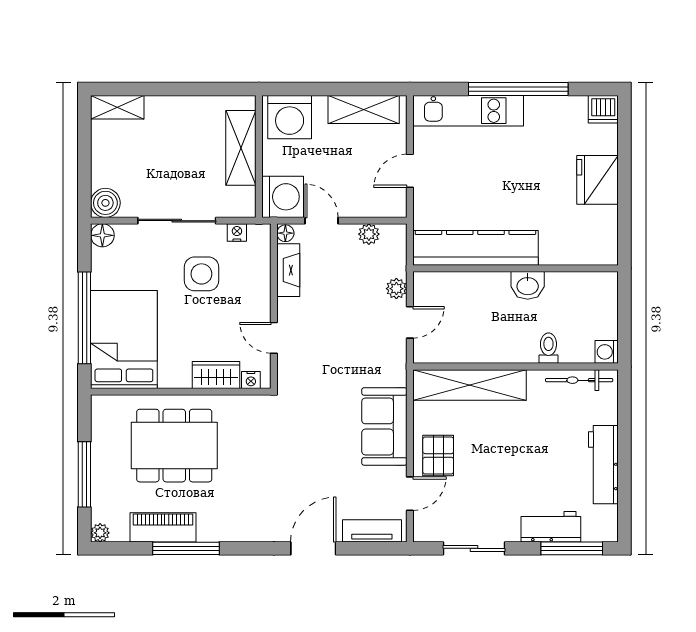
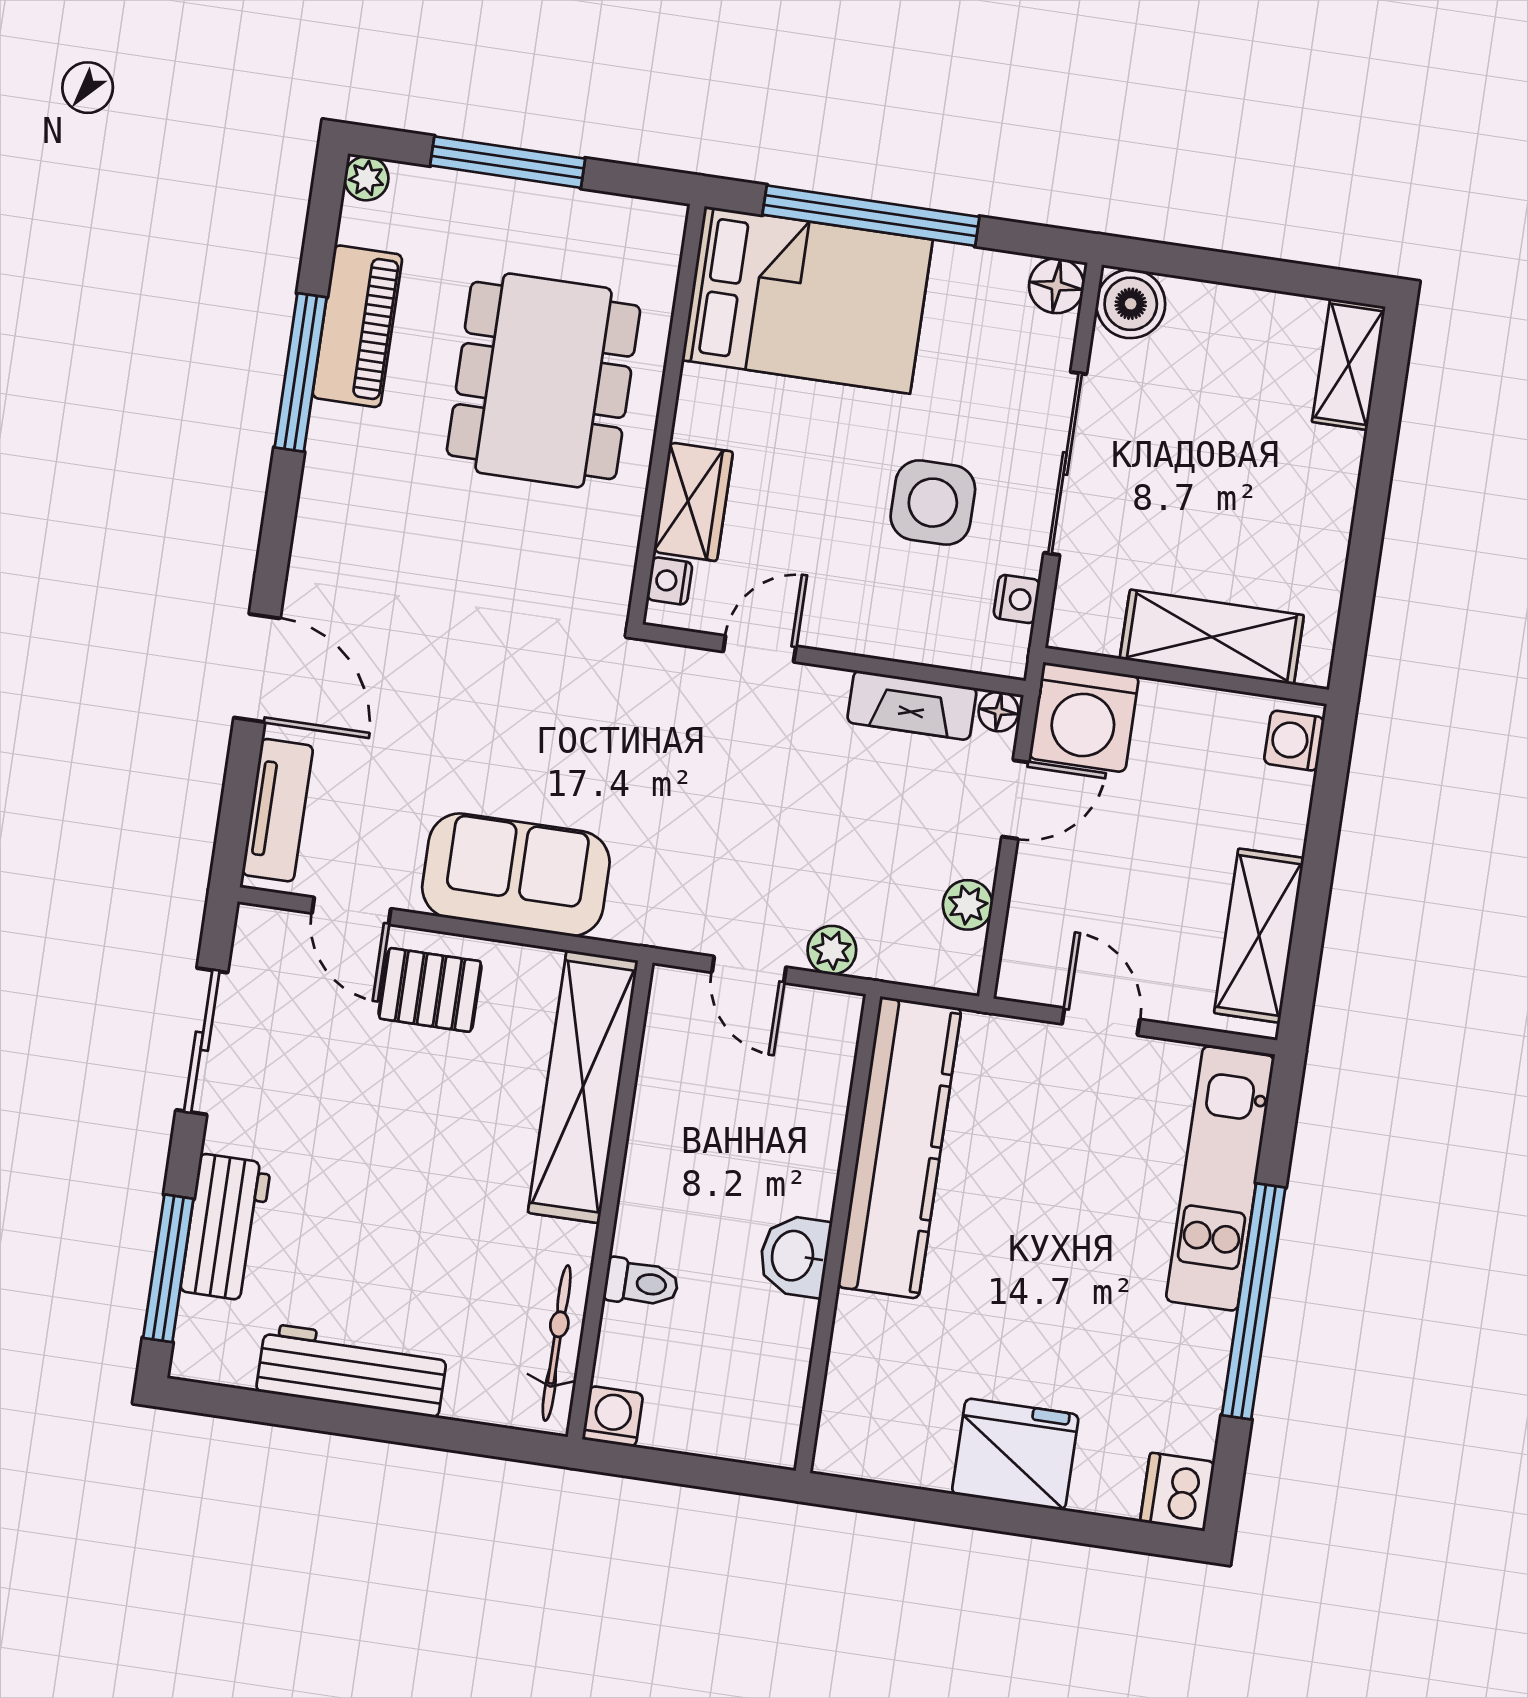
washing machine: (290, 117) -> (1294, 741), width x0.53, depth x0.53

